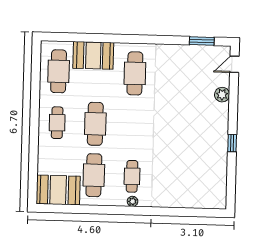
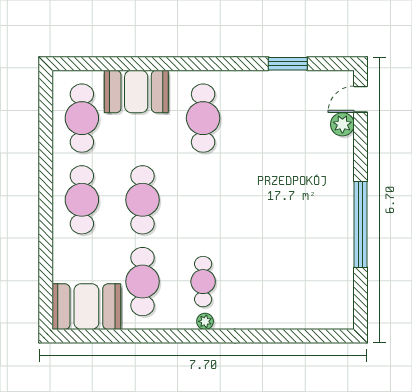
window: (202, 41) -> (288, 64), moved
plant: (222, 95) -> (342, 124), moved
cafe table: (57, 123) -> (82, 200), width x1.37, depth x1.35
window: (232, 143) -> (361, 224), width x3.17

